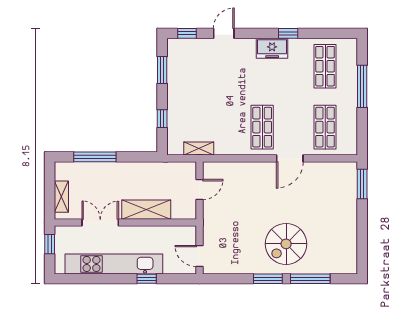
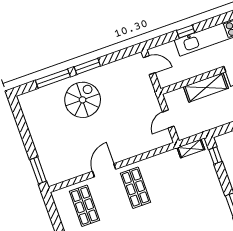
window: (162, 119) -> (215, 155), moved
shelving: (199, 149) -> (191, 149), moved

